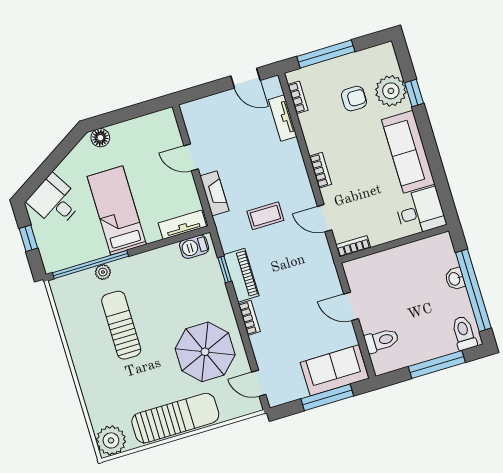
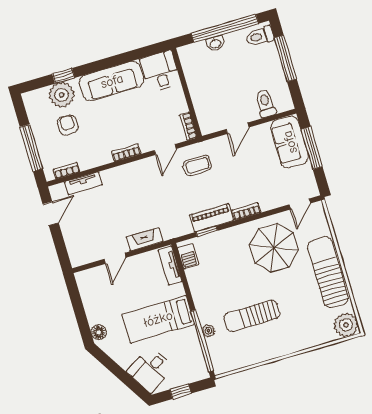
coffee table: (265, 216) -> (197, 165), moved, turned 90

